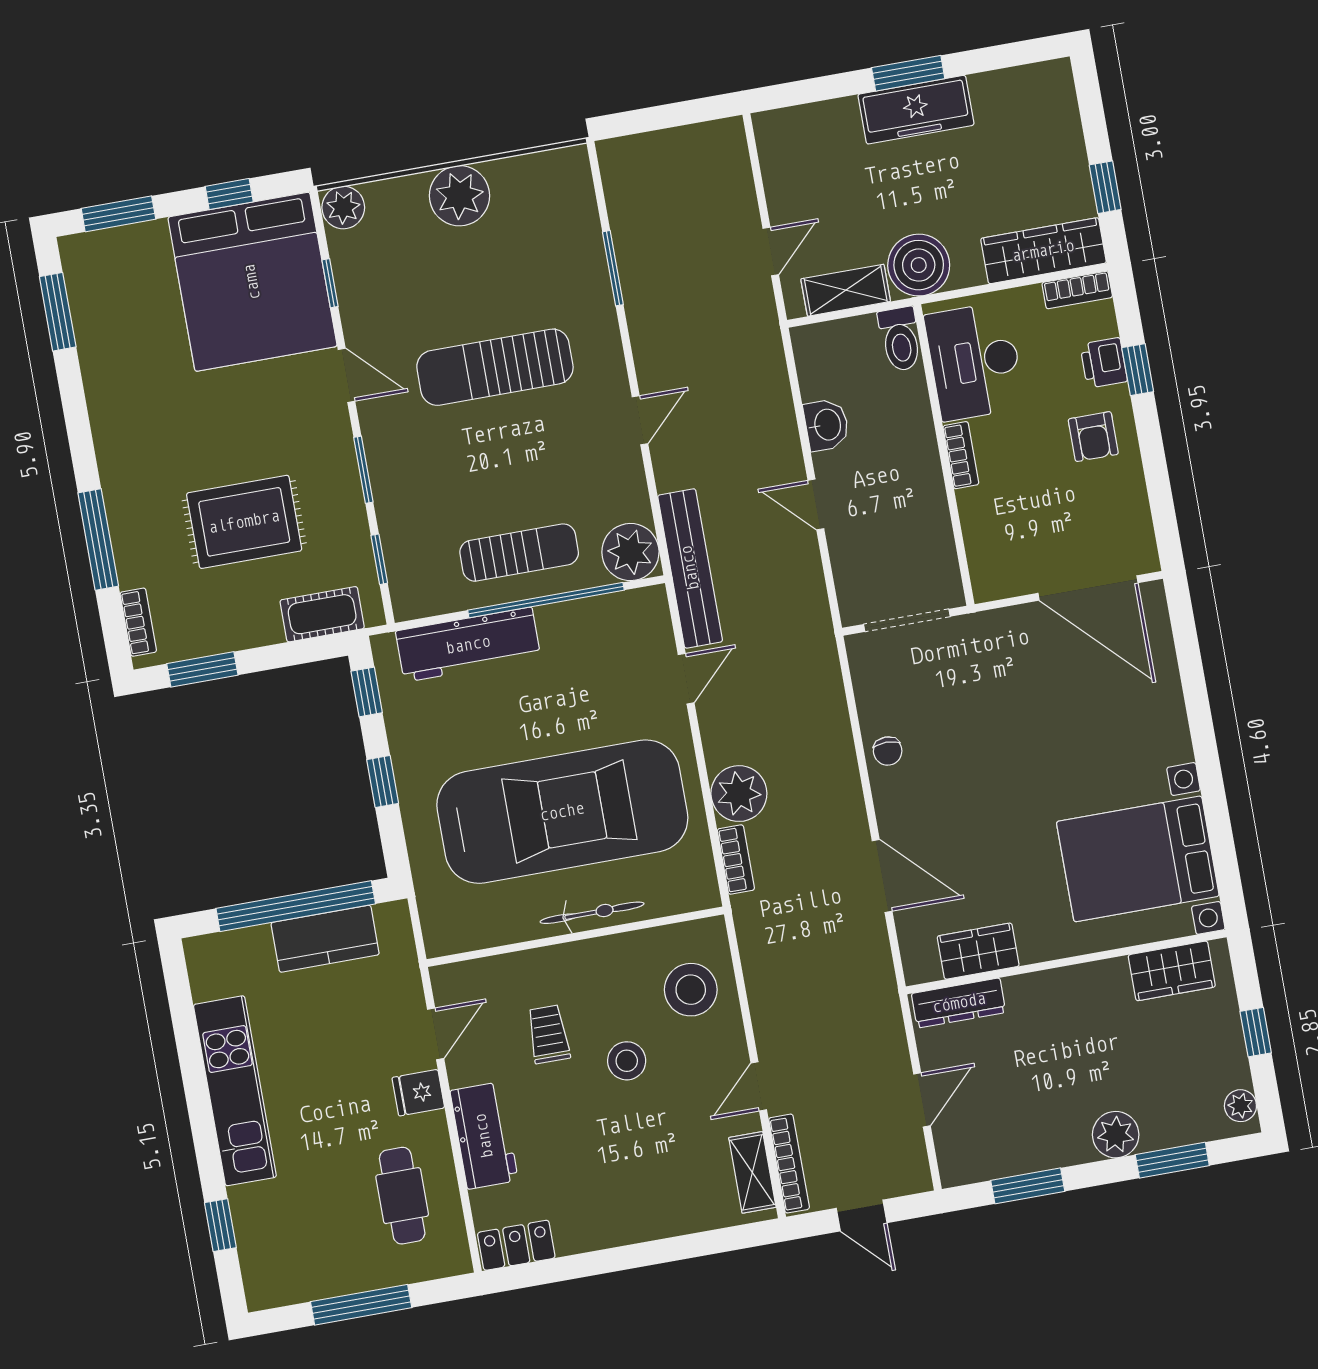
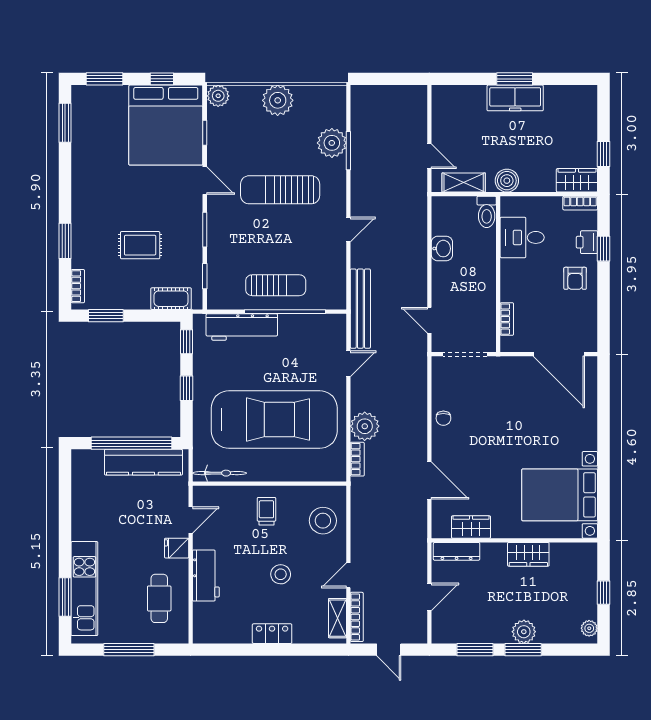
wardrobe: (1043, 251) -> (577, 180), width x0.67
door: (771, 252) -> (429, 156), hinge flipped
boiler: (919, 265) -> (507, 181), width x0.73, depth x0.73
desk: (975, 361) -> (522, 237), width x0.73
bookcase: (961, 455) -> (507, 319), moved
door: (816, 504) -> (429, 320), moved
rug: (244, 522) -> (140, 245), width x0.73, depth x0.70
window: (98, 539) -> (65, 241), width x0.69
plant: (630, 552) -> (332, 143), moved
bicycle: (592, 913) -> (220, 473), moved
kitchen counter: (325, 939) -> (143, 462), width x1.50
wardrobe: (1172, 971) -> (528, 554), moved
trolley: (548, 1034) -> (266, 511), moved
stool: (627, 1061) -> (281, 574), moved
kitchen unit: (235, 1091) -> (84, 589), moved
window: (1172, 1160) -> (523, 650), moved
window: (220, 1225) -> (65, 597), width x1.50
locker: (516, 1245) -> (272, 634), moved

